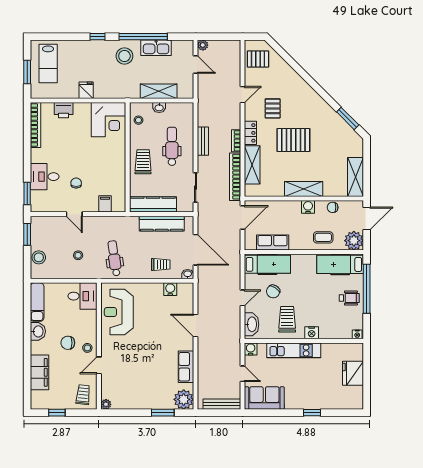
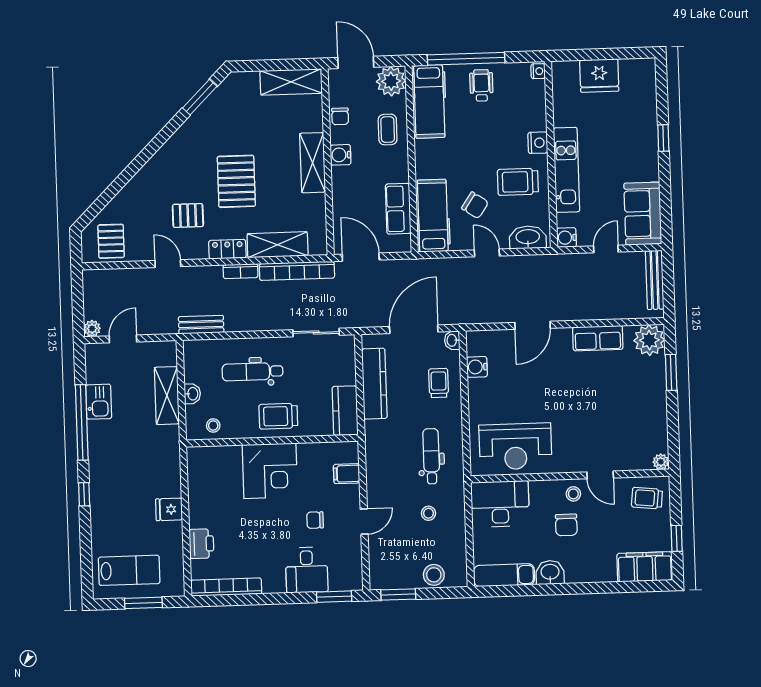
kitchen sink: (156, 48) -> (99, 402), width x0.73
stool: (124, 56) -> (113, 451), removed
corner desk: (108, 120) -> (270, 471), moved, turned 90
bench: (203, 141) -> (201, 325), moved
kitchen counter: (153, 204) -> (345, 411), width x0.67
dental chair: (114, 258) -> (431, 456), turned 98
desk: (83, 296) -> (500, 504), width x1.37
filing cabinet: (39, 372) -> (645, 567), moved

